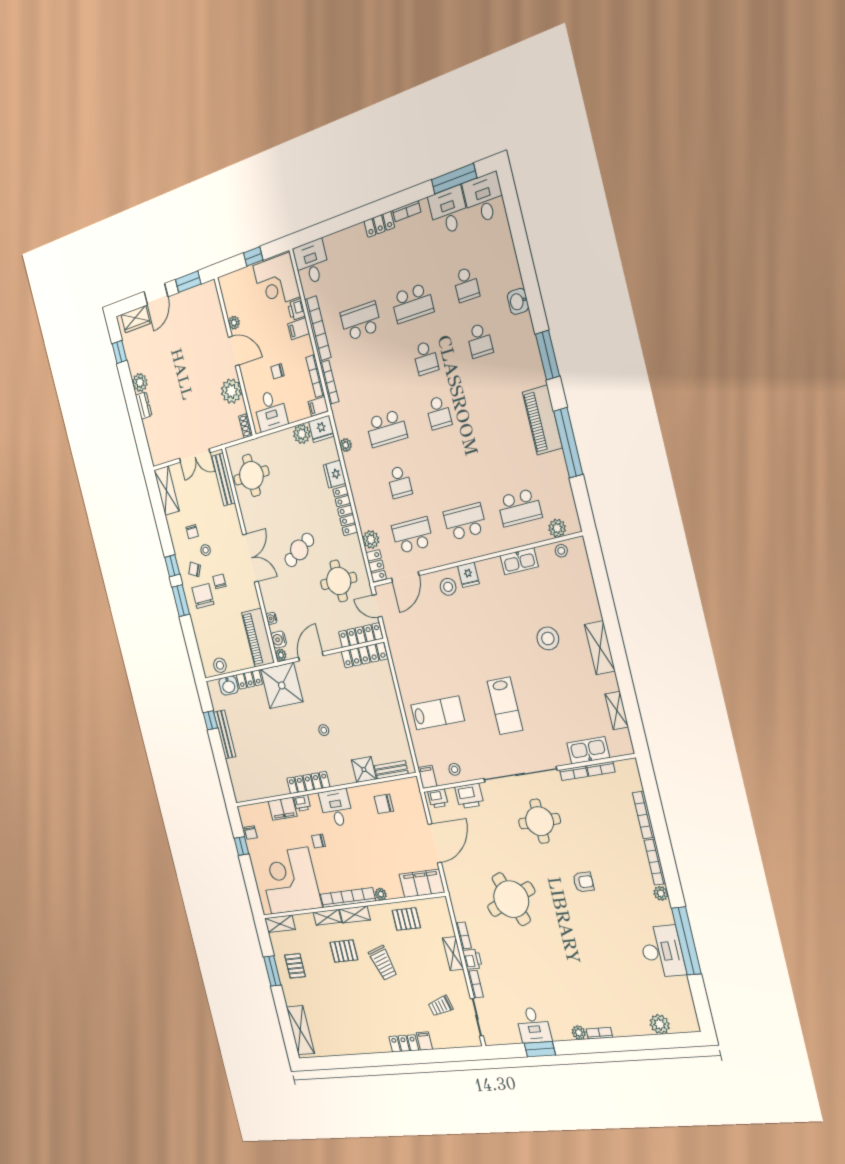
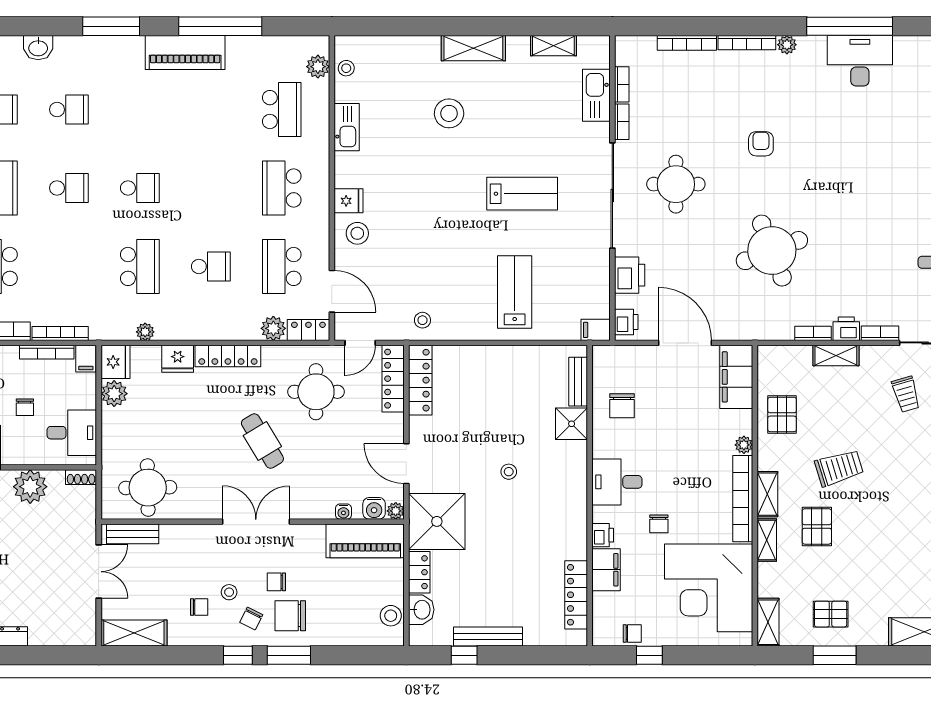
bench: (224, 479) -> (133, 534), width x0.73
stool: (455, 769) -> (422, 320), moved
locker: (308, 783) -> (576, 595), moved

